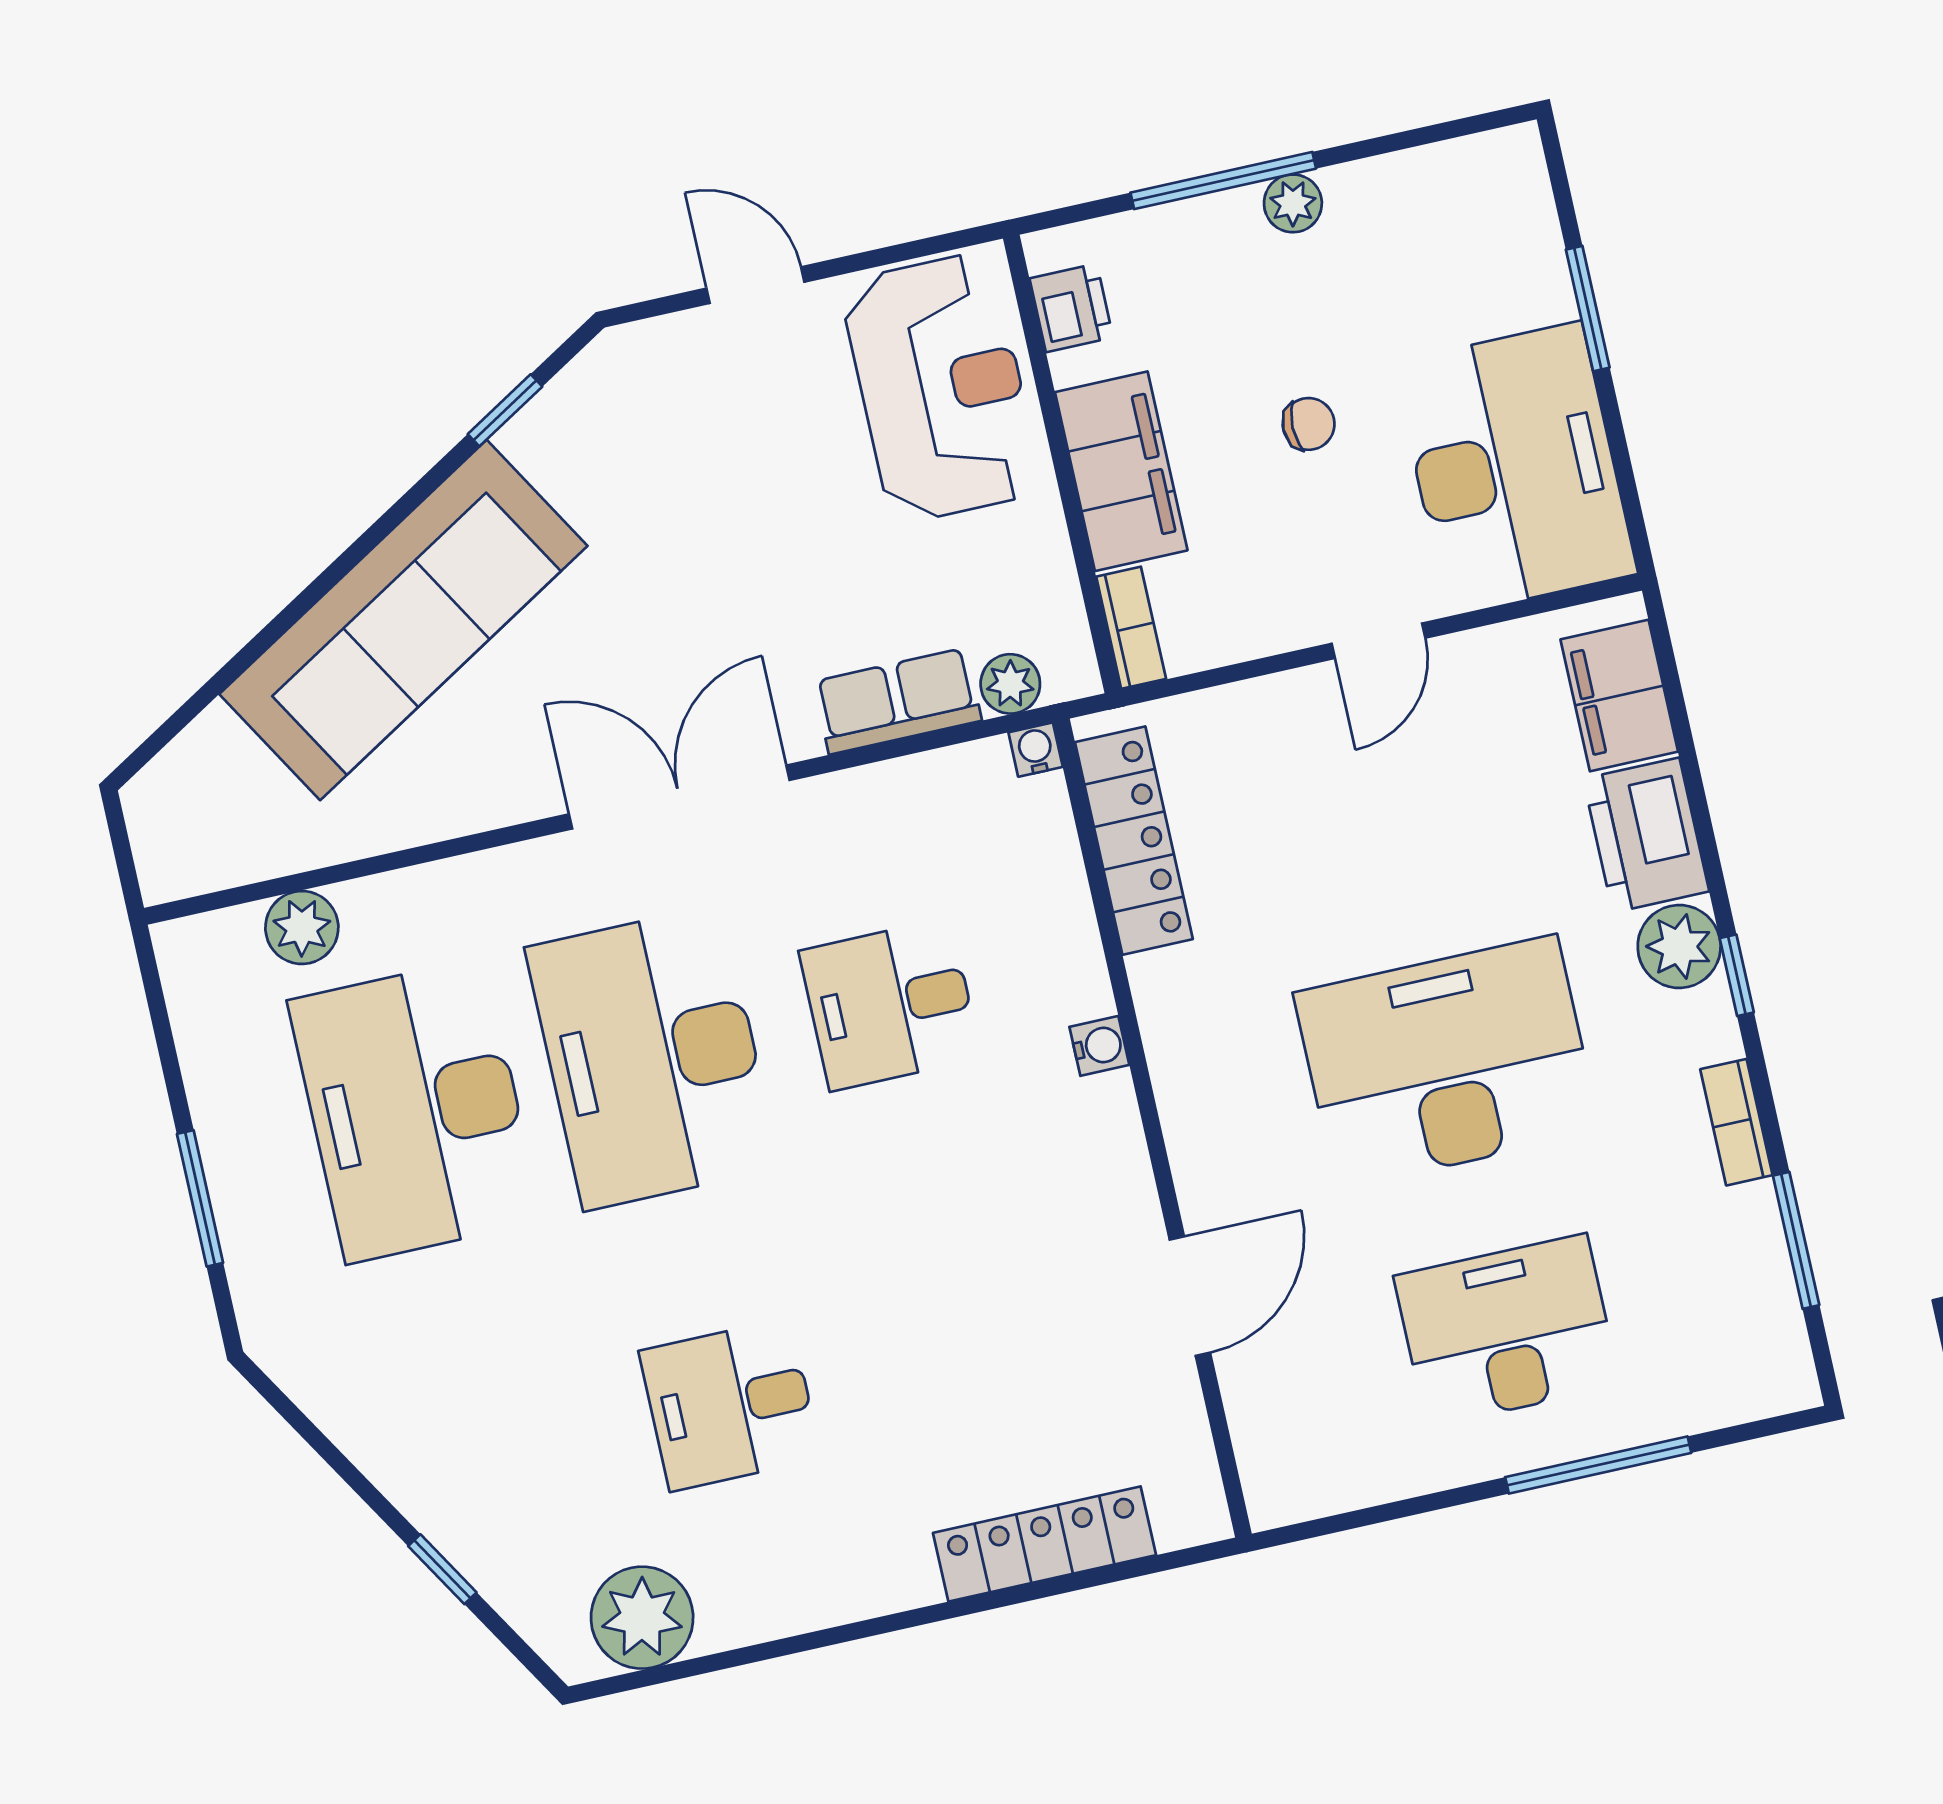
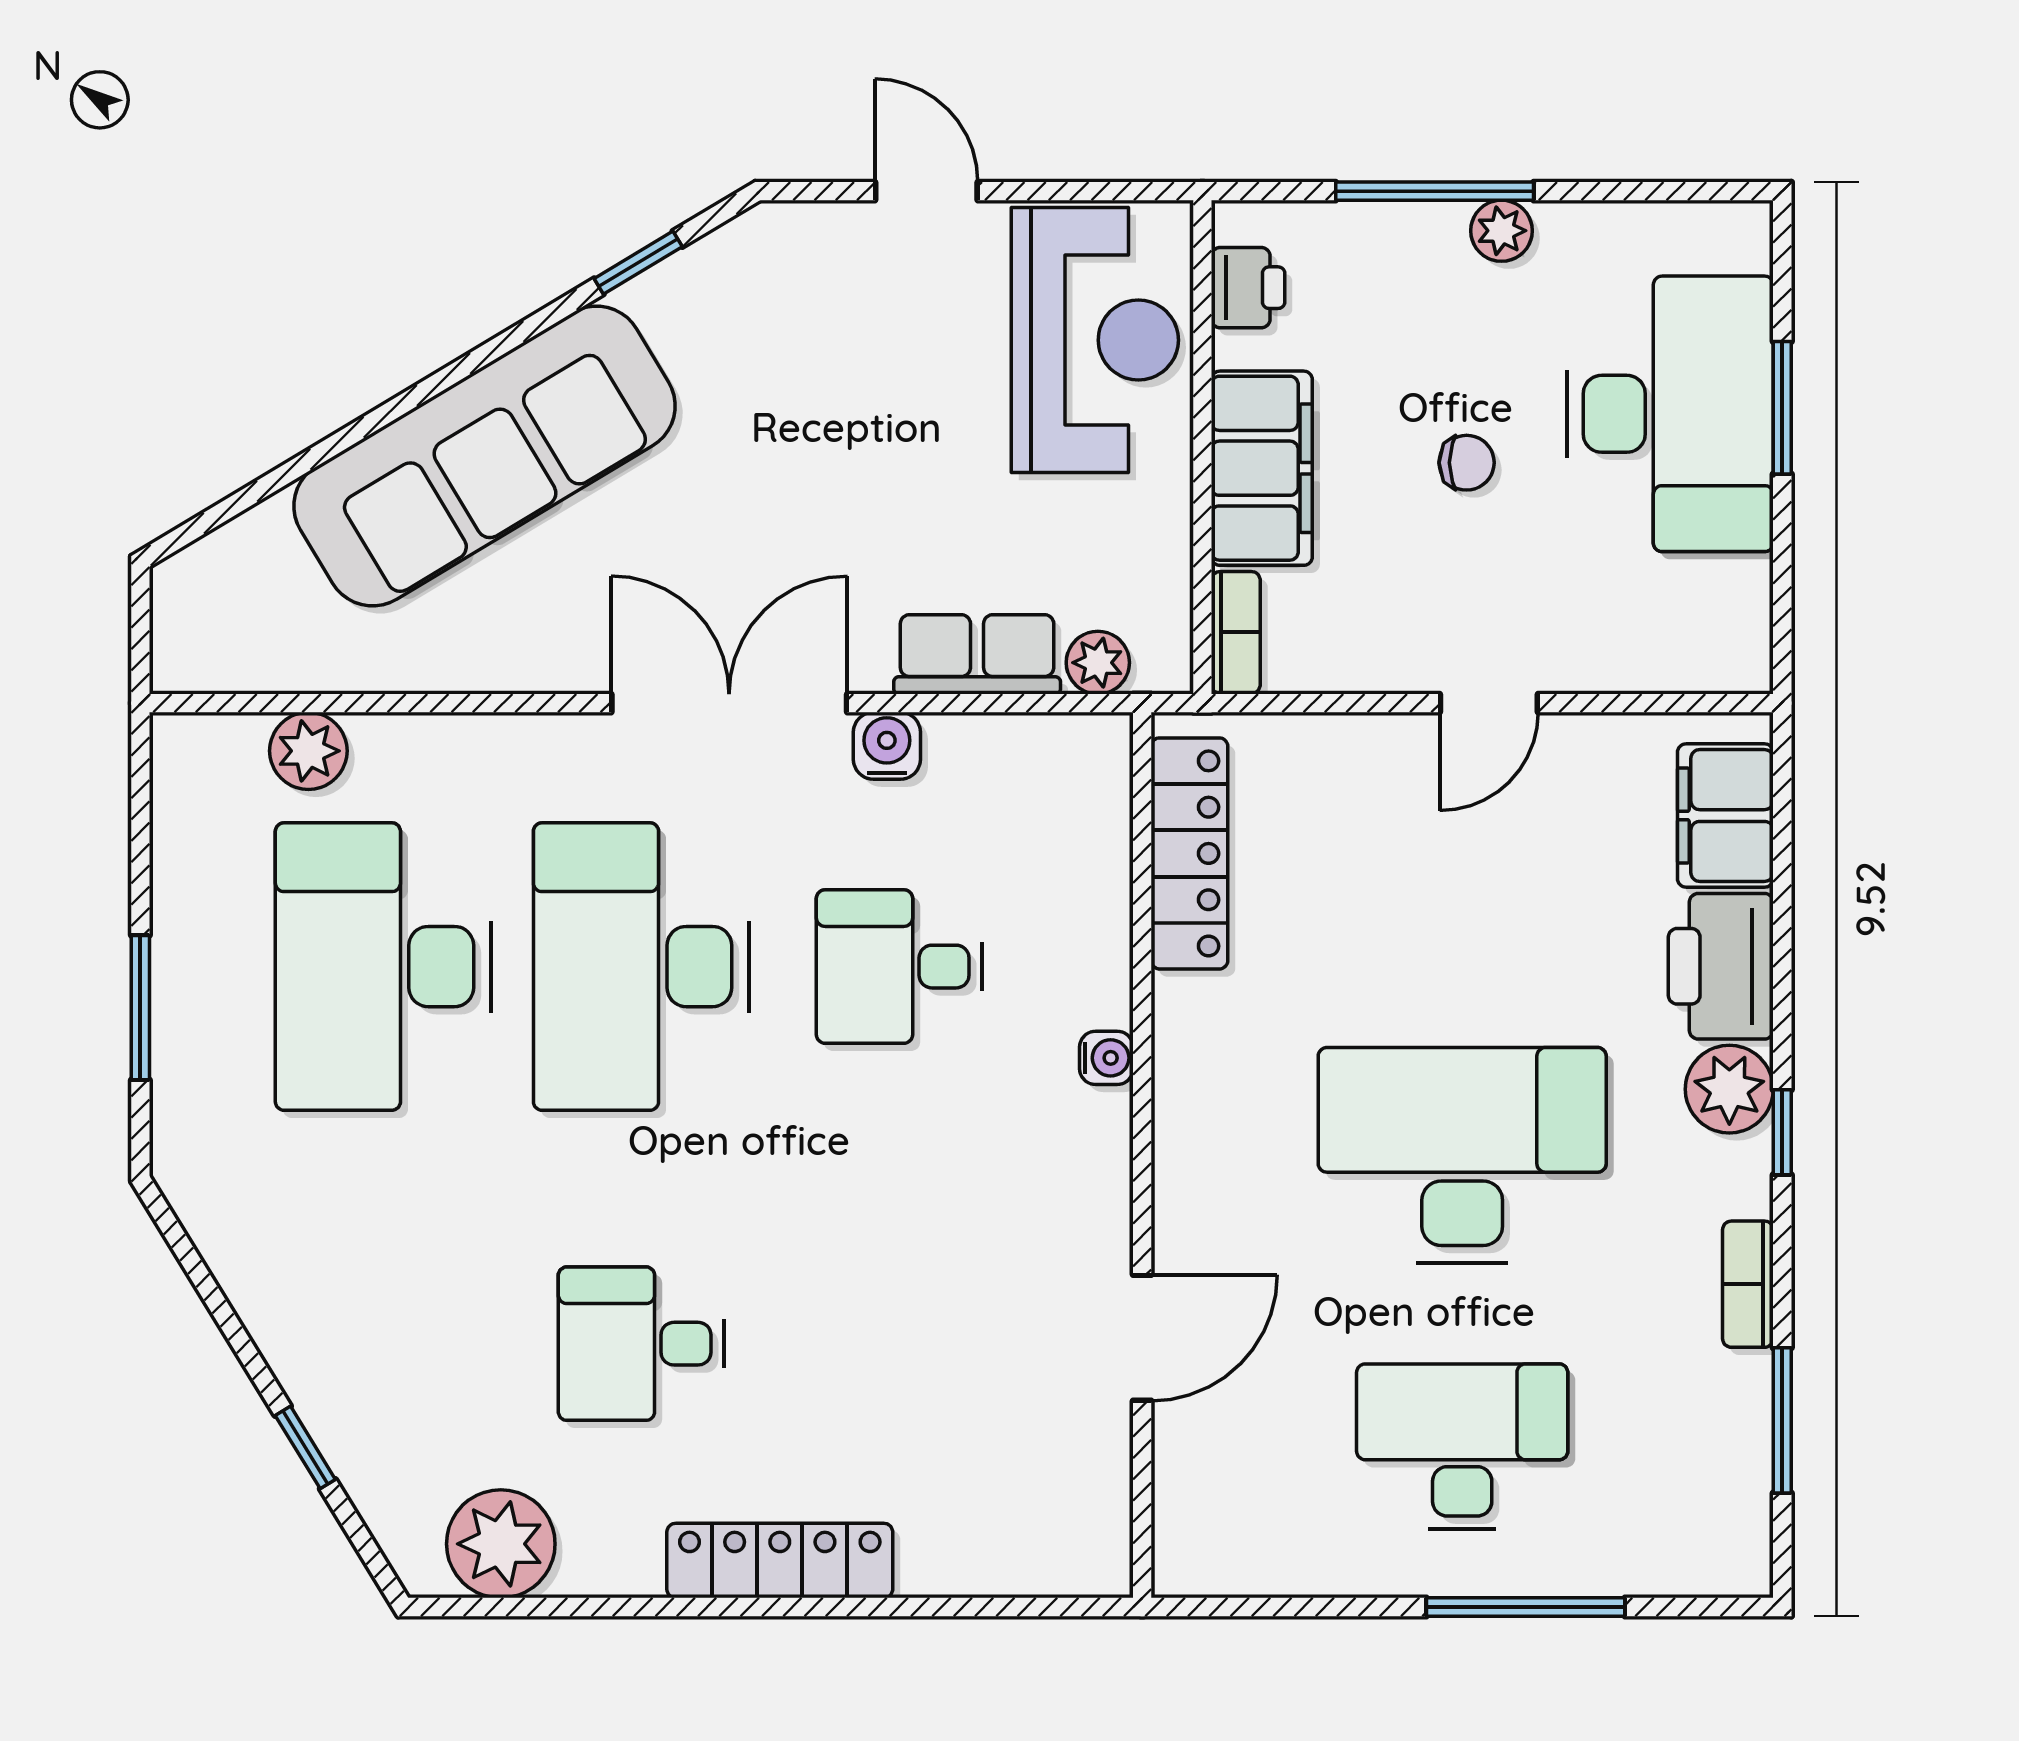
desk: (1515, 468) -> (1670, 414), moved
water cooler: (1036, 750) -> (887, 746), moved, width x1.38, depth x1.38
locker: (1044, 1544) -> (780, 1561), moved

